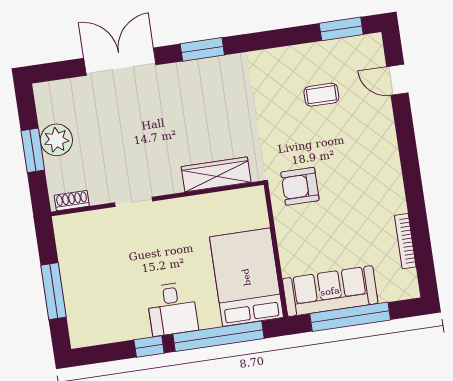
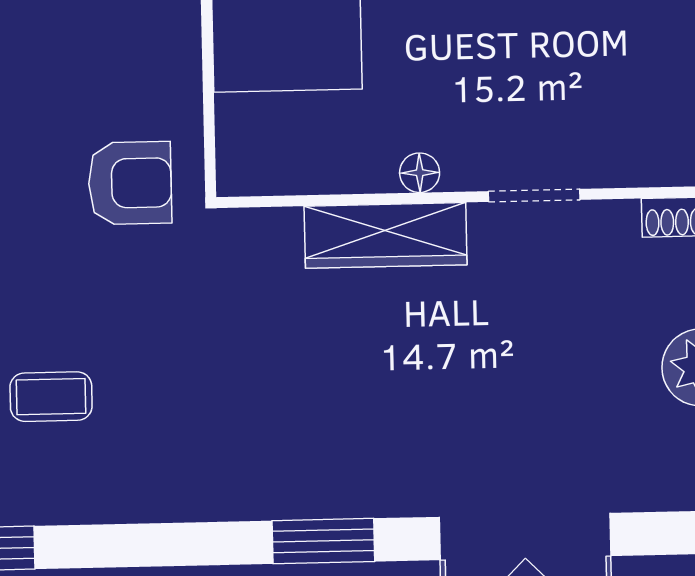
wardrobe: (216, 174) -> (386, 235), moved
floor lamp: (182, 205) -> (420, 173), added

